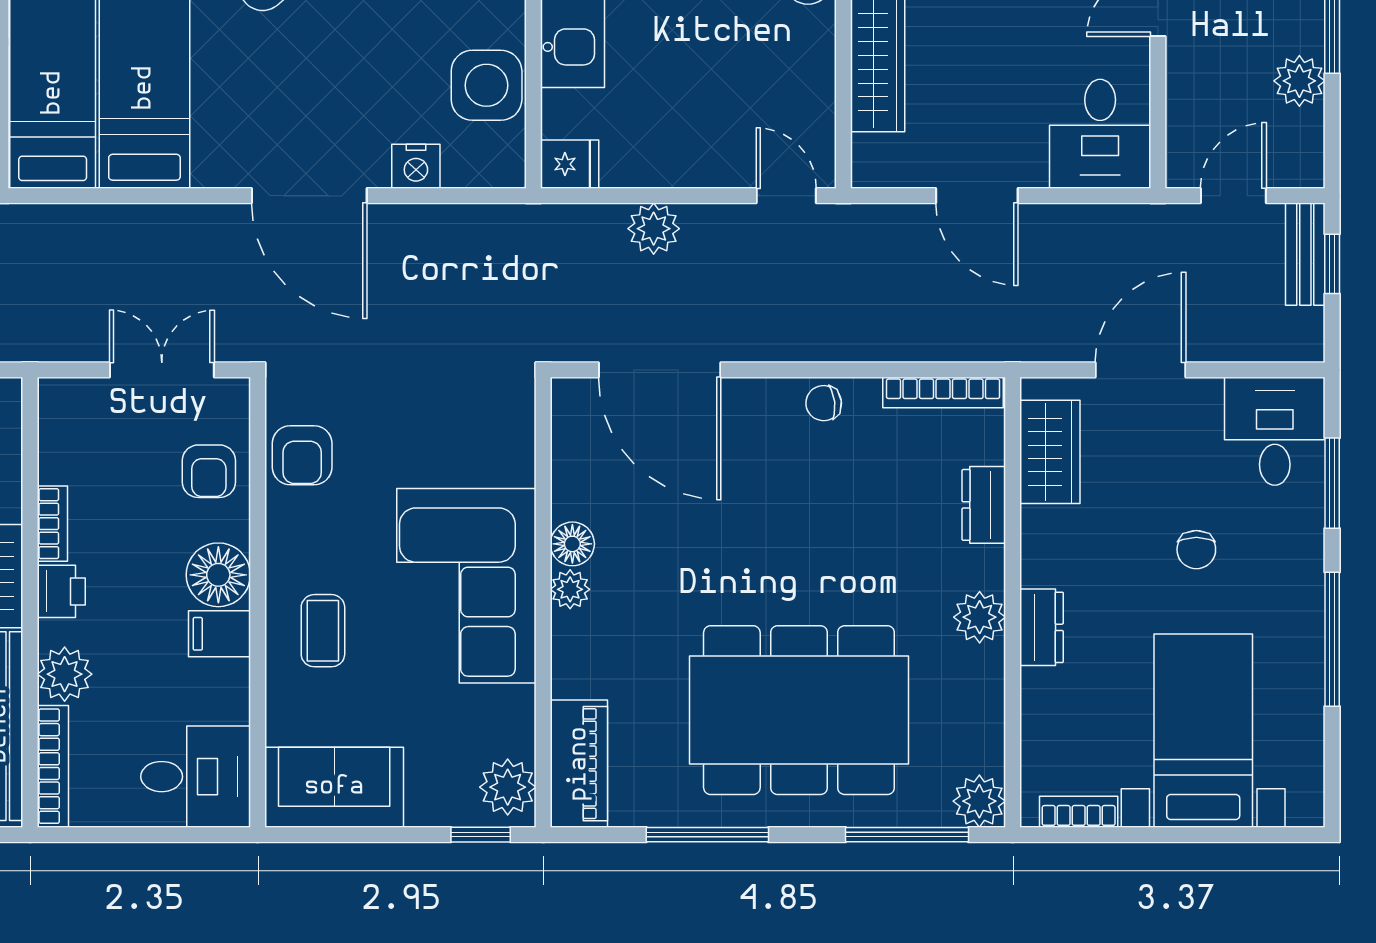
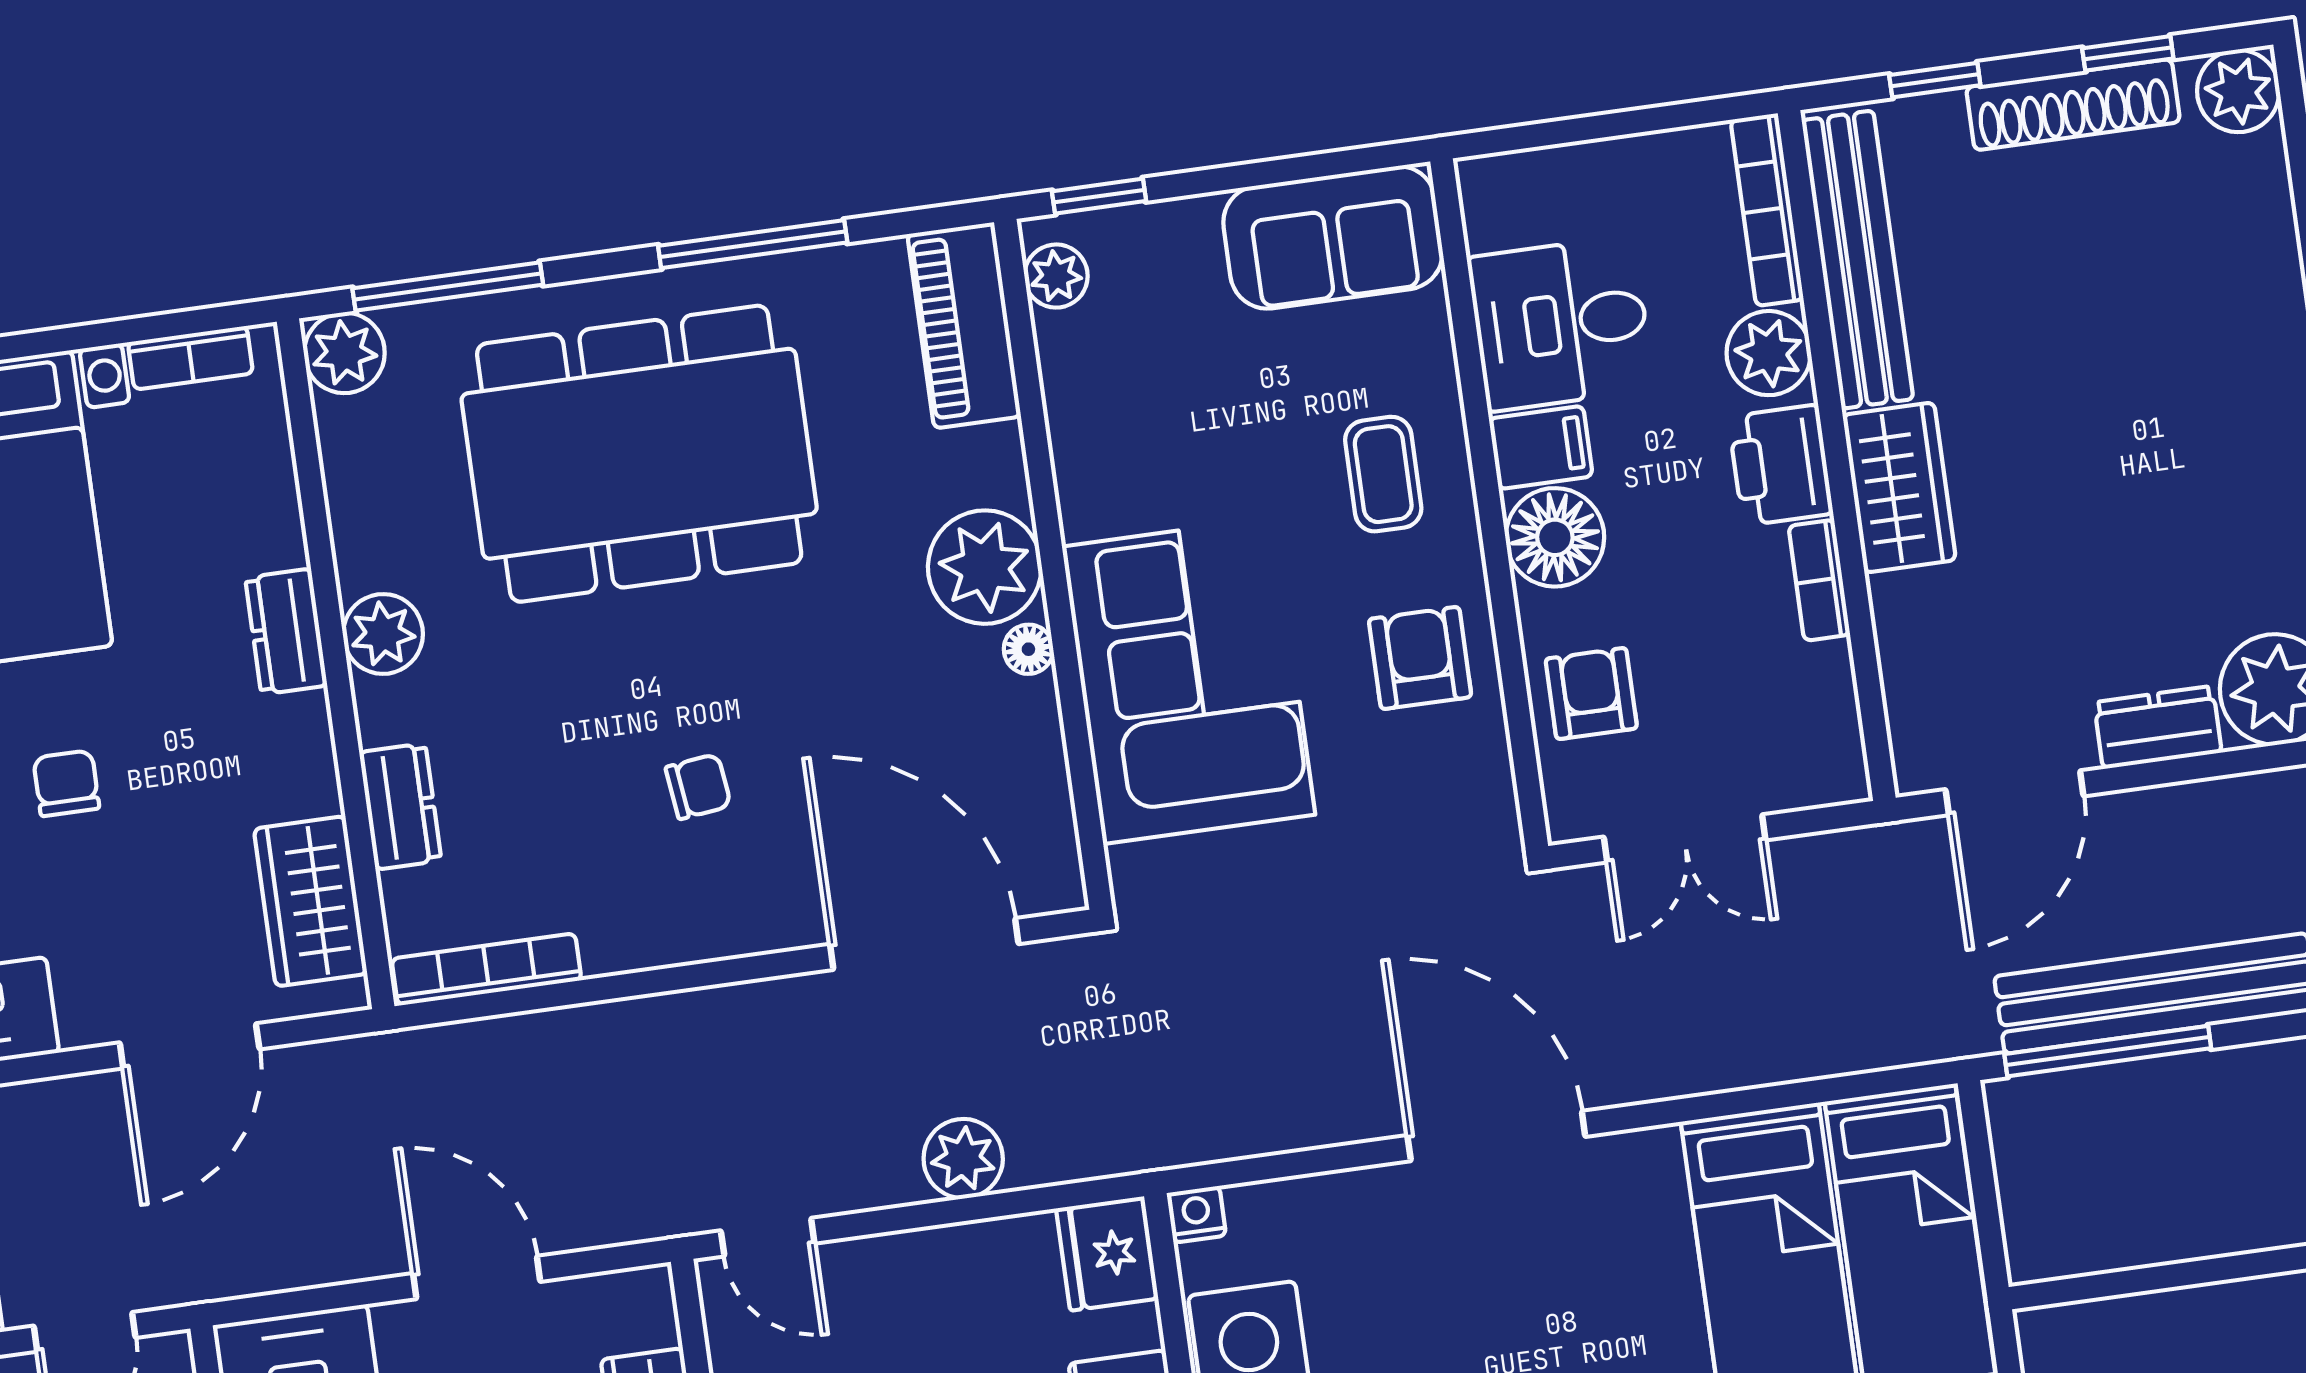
fridge: (570, 164) -> (1107, 1254), width x1.38
nightstand: (416, 166) -> (1196, 1214), moved, width x0.72, depth x0.74
chair: (824, 403) -> (698, 787), moved
armchair: (302, 455) -> (1420, 658), moved
floor lamp: (572, 544) -> (1028, 649), width x0.73, depth x0.73
corner sofa: (466, 586) -> (1189, 681), moved
plant: (570, 589) -> (985, 567), width x1.88, depth x1.88
printer: (61, 591) -> (1781, 465), width x1.36, depth x1.24
desk: (196, 777) -> (1561, 324), moved
plant: (508, 787) -> (1056, 276), width x0.73, depth x0.73

